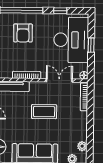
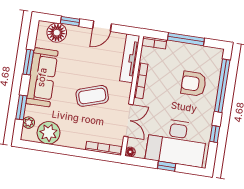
coffee table: (44, 112) -> (92, 96), turned 72
plant: (82, 146) -> (49, 133), width x1.88, depth x1.88

